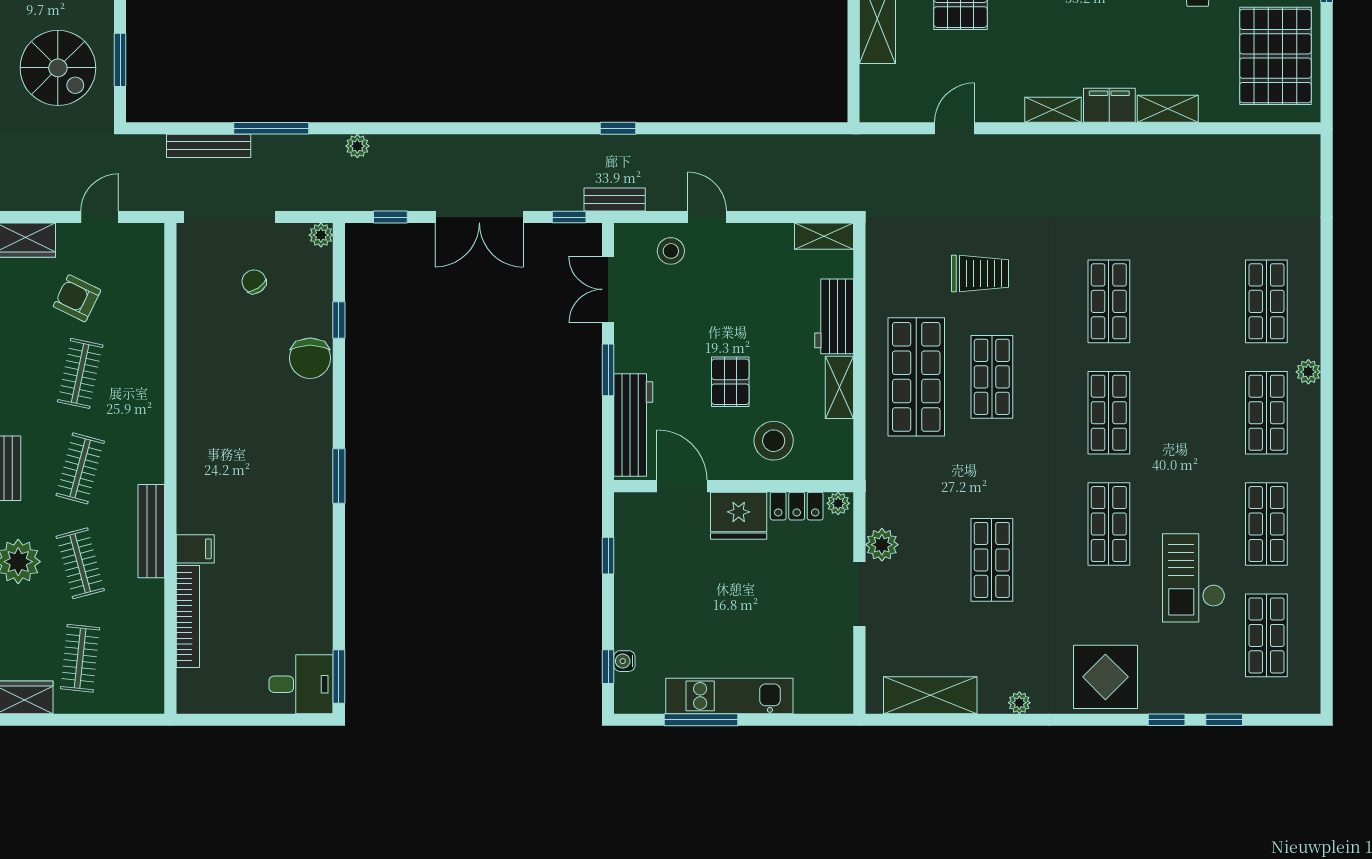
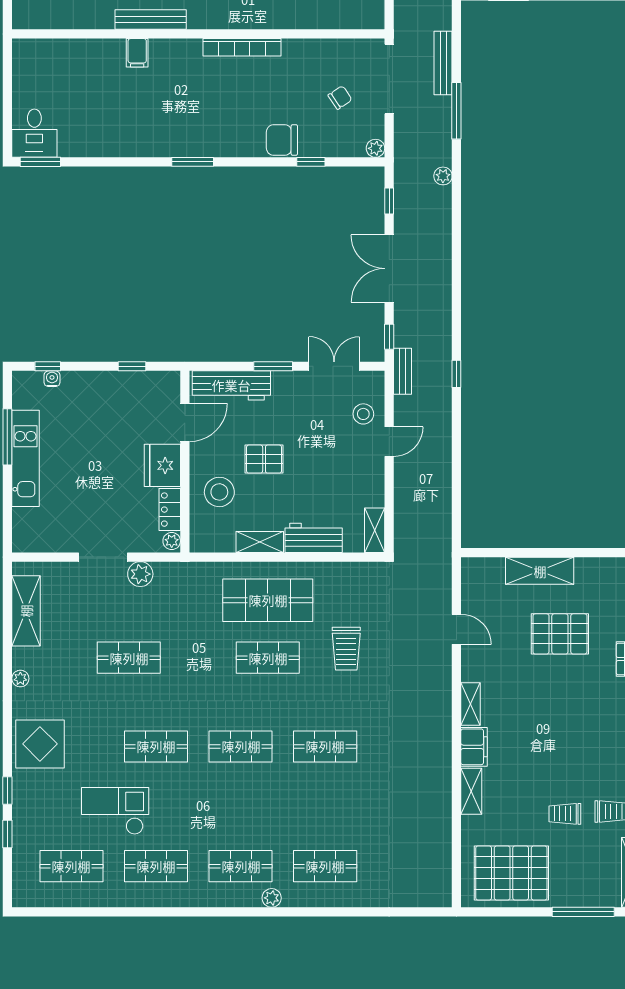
bookcase: (188, 617) -> (242, 47), moved

